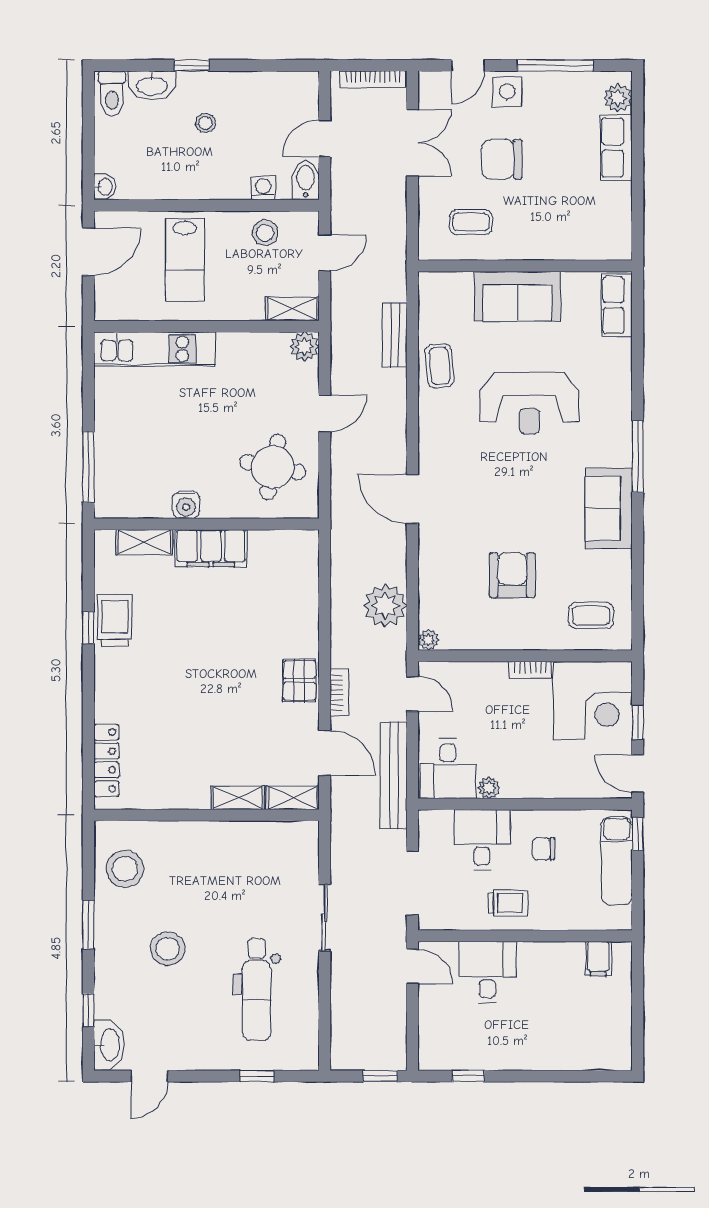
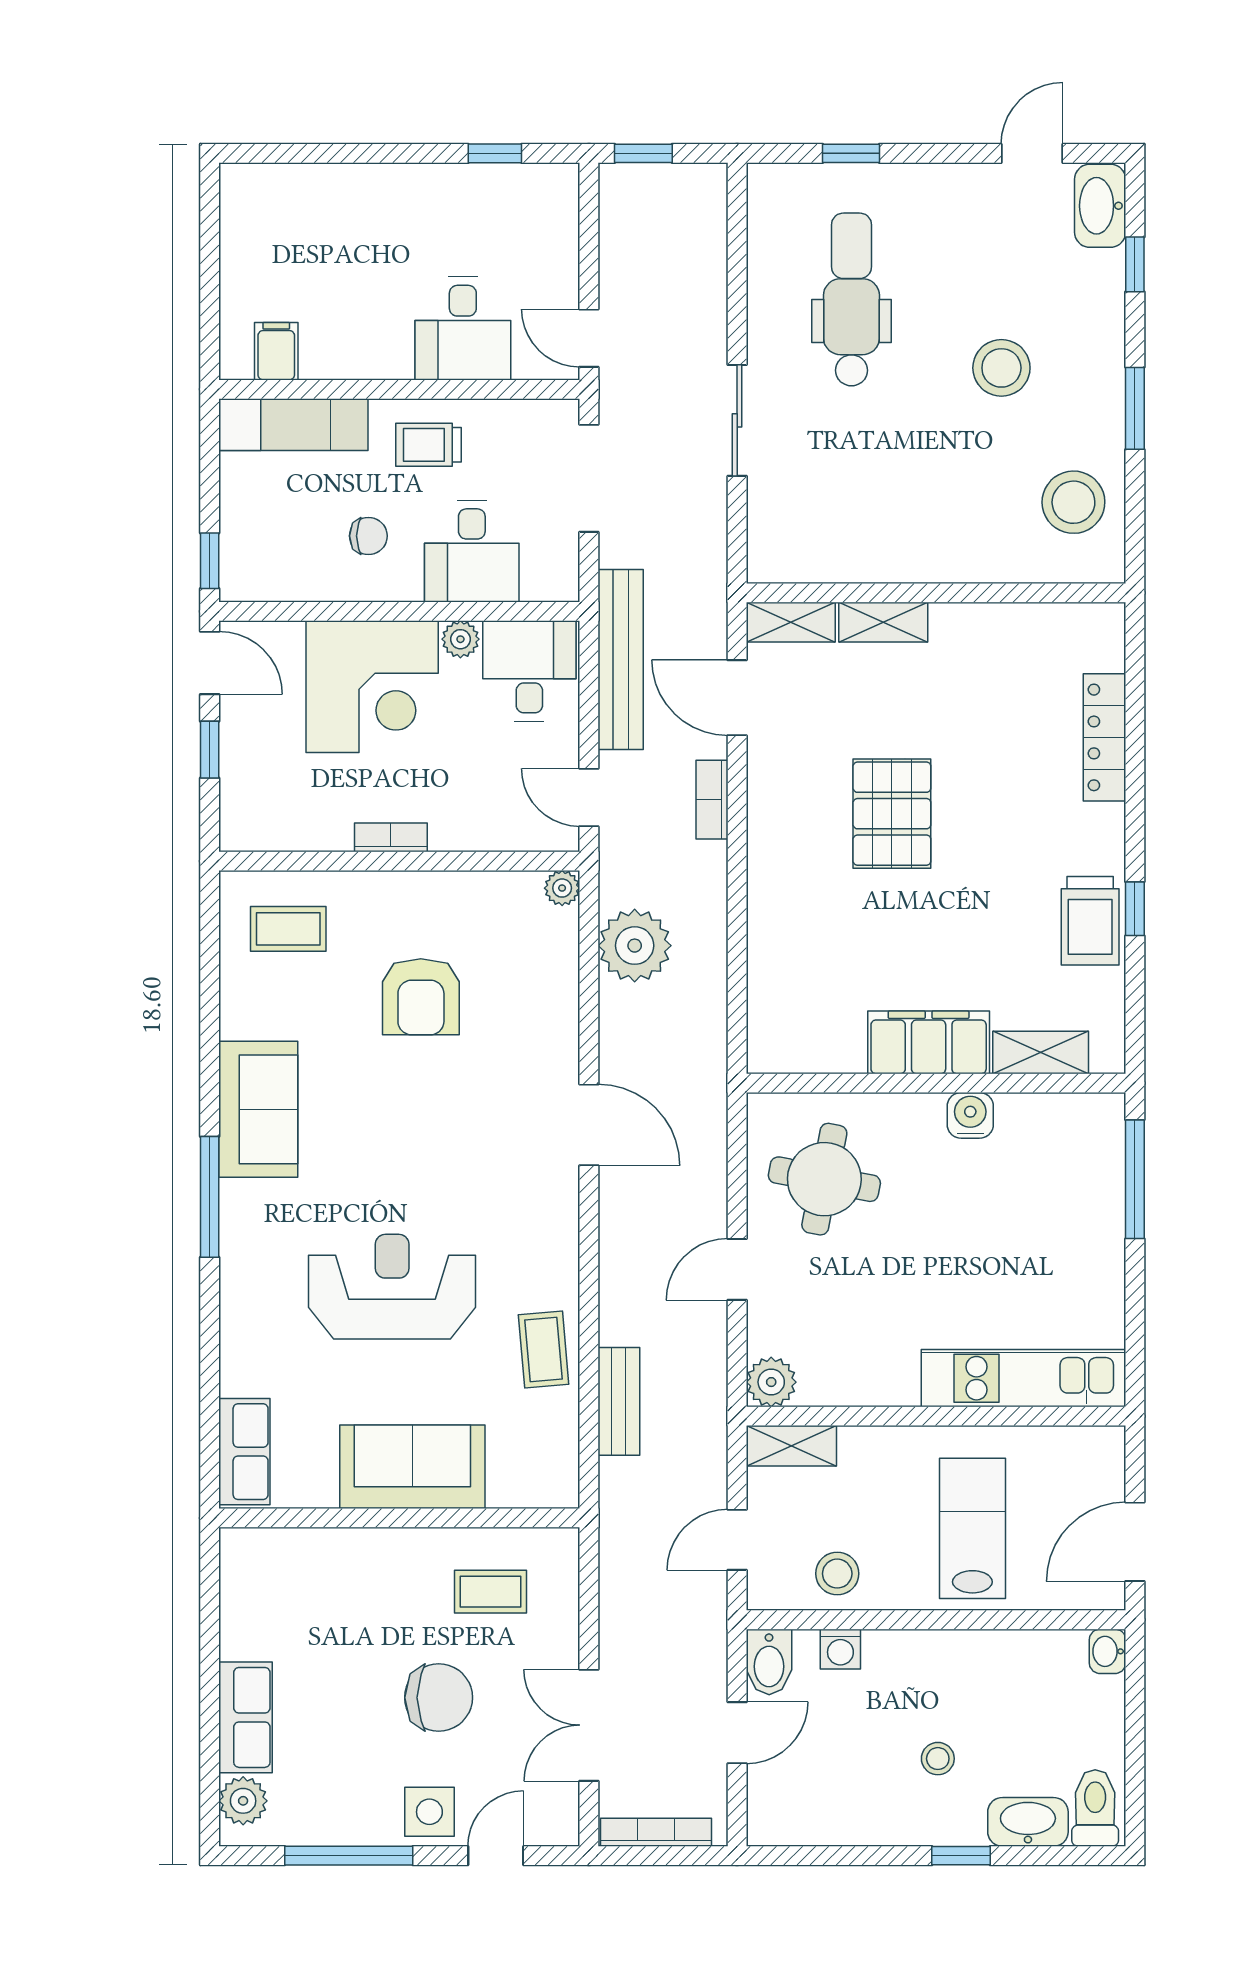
pallet: (299, 680) -> (892, 814), moved, width x1.50, depth x1.42
corner desk: (593, 701) -> (372, 687), moved, turned 180
locker: (106, 760) -> (1104, 737), moved
exam couch: (617, 861) -> (293, 425), moved, turned 90

